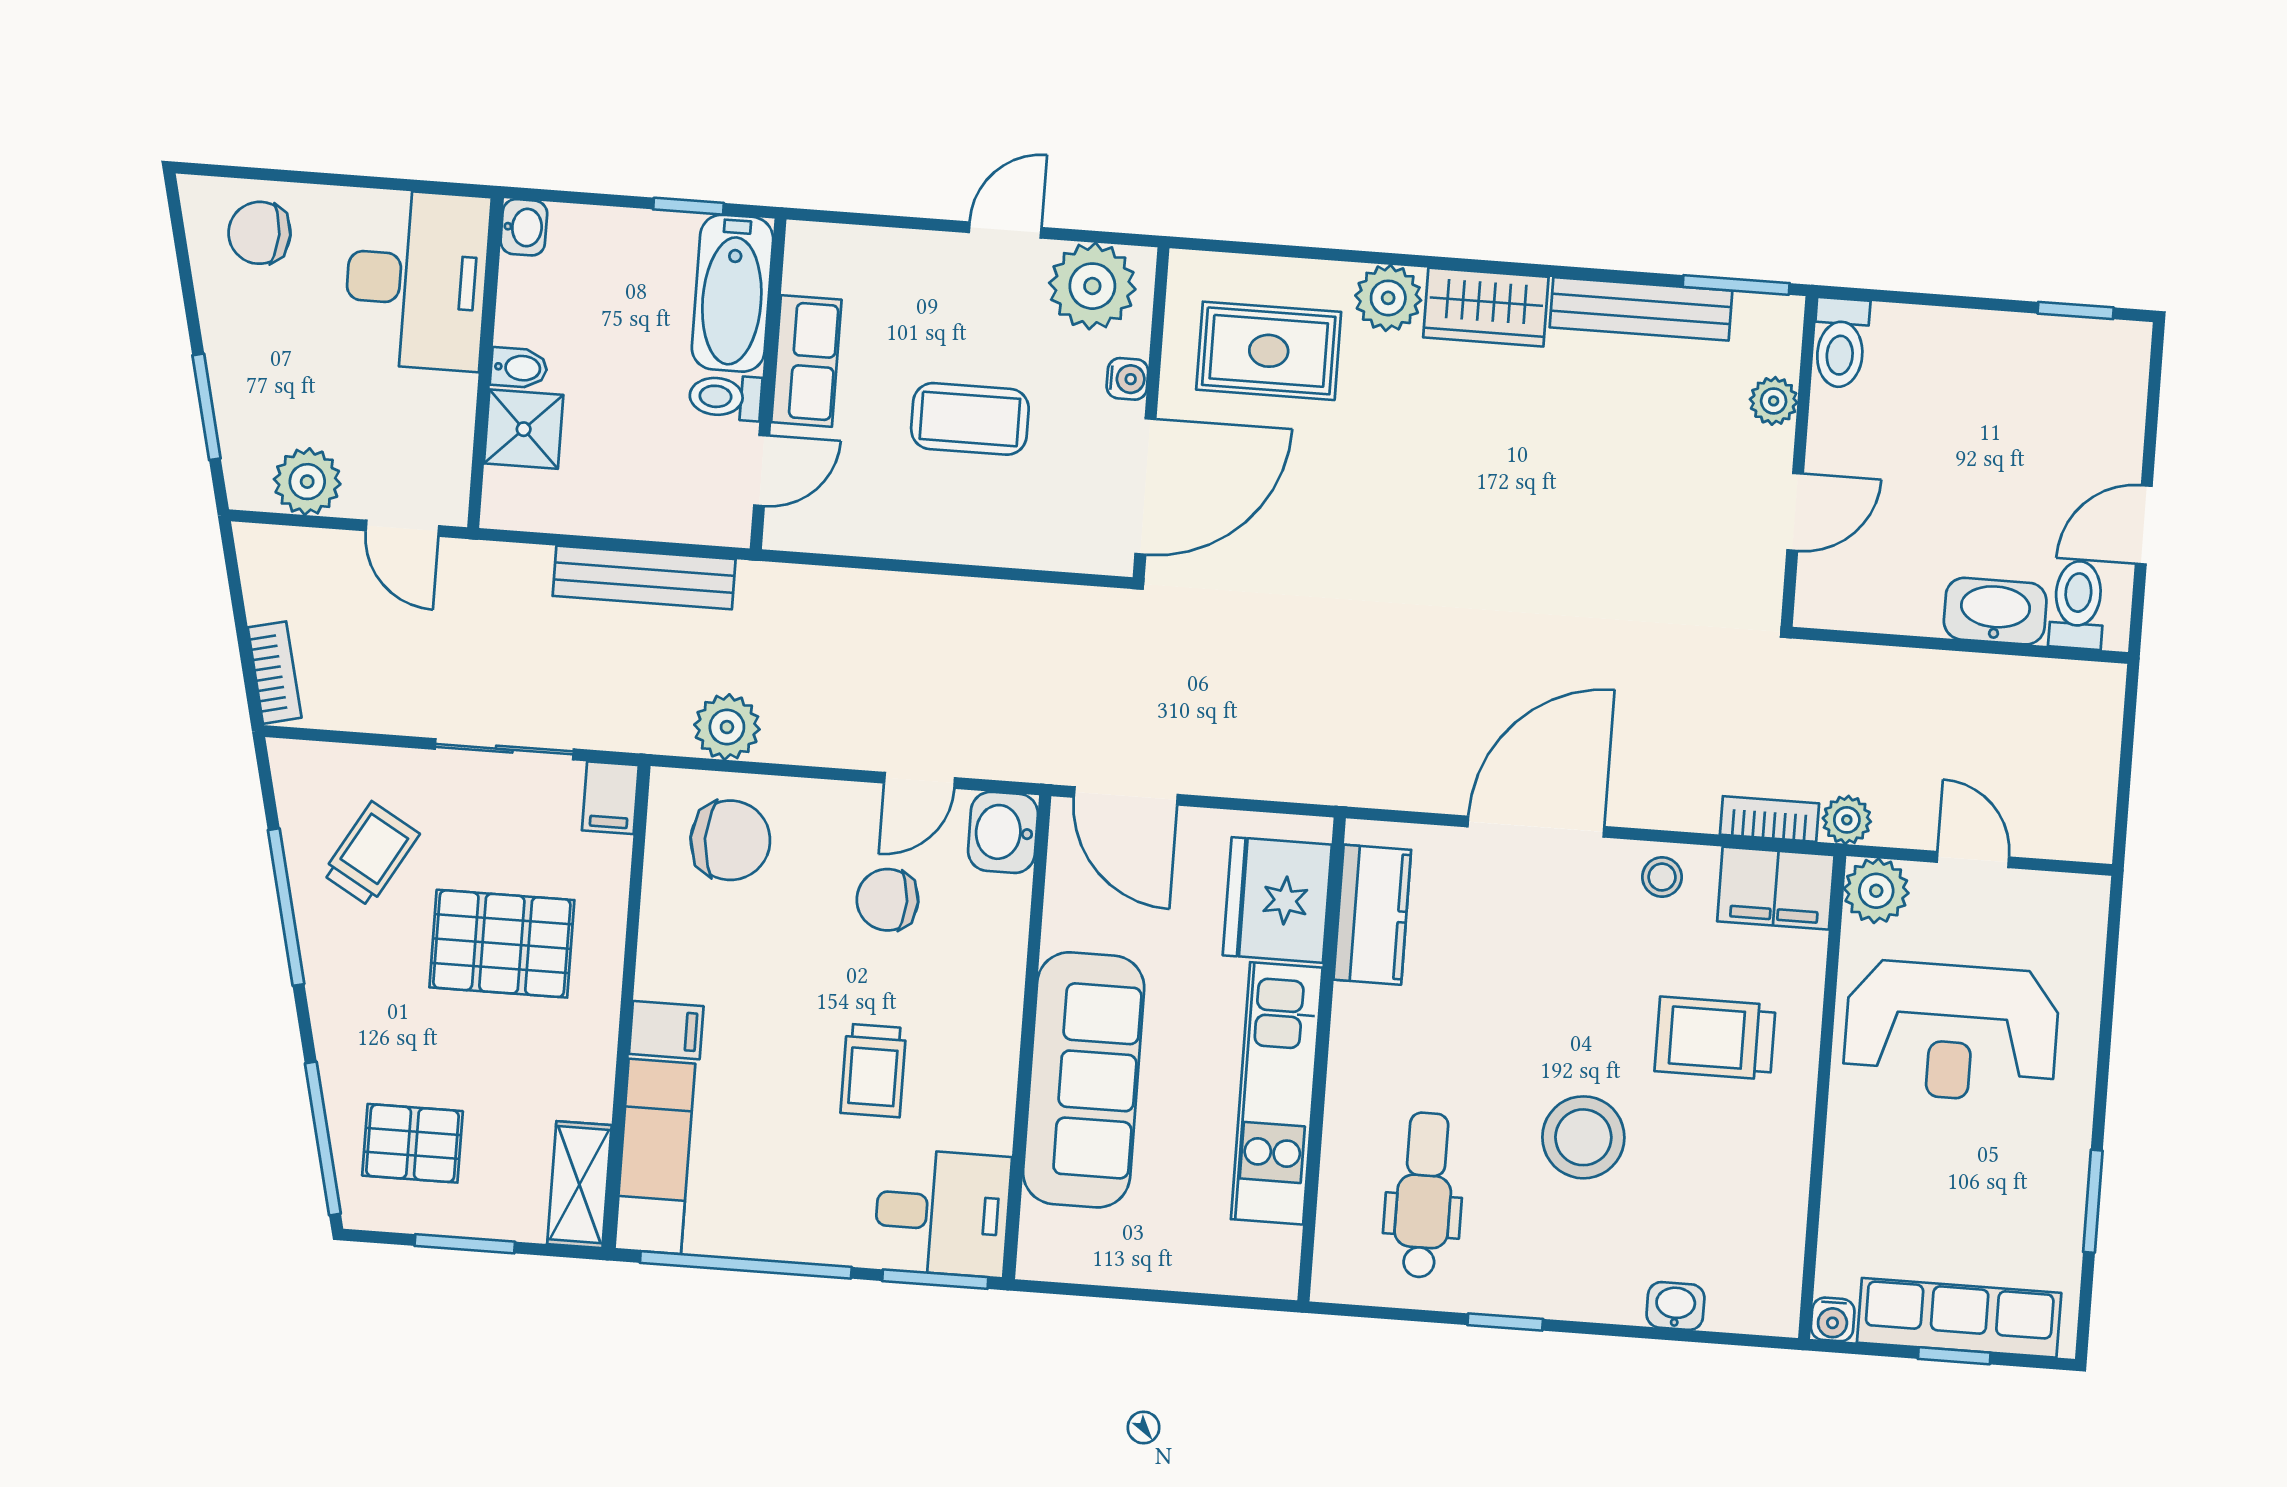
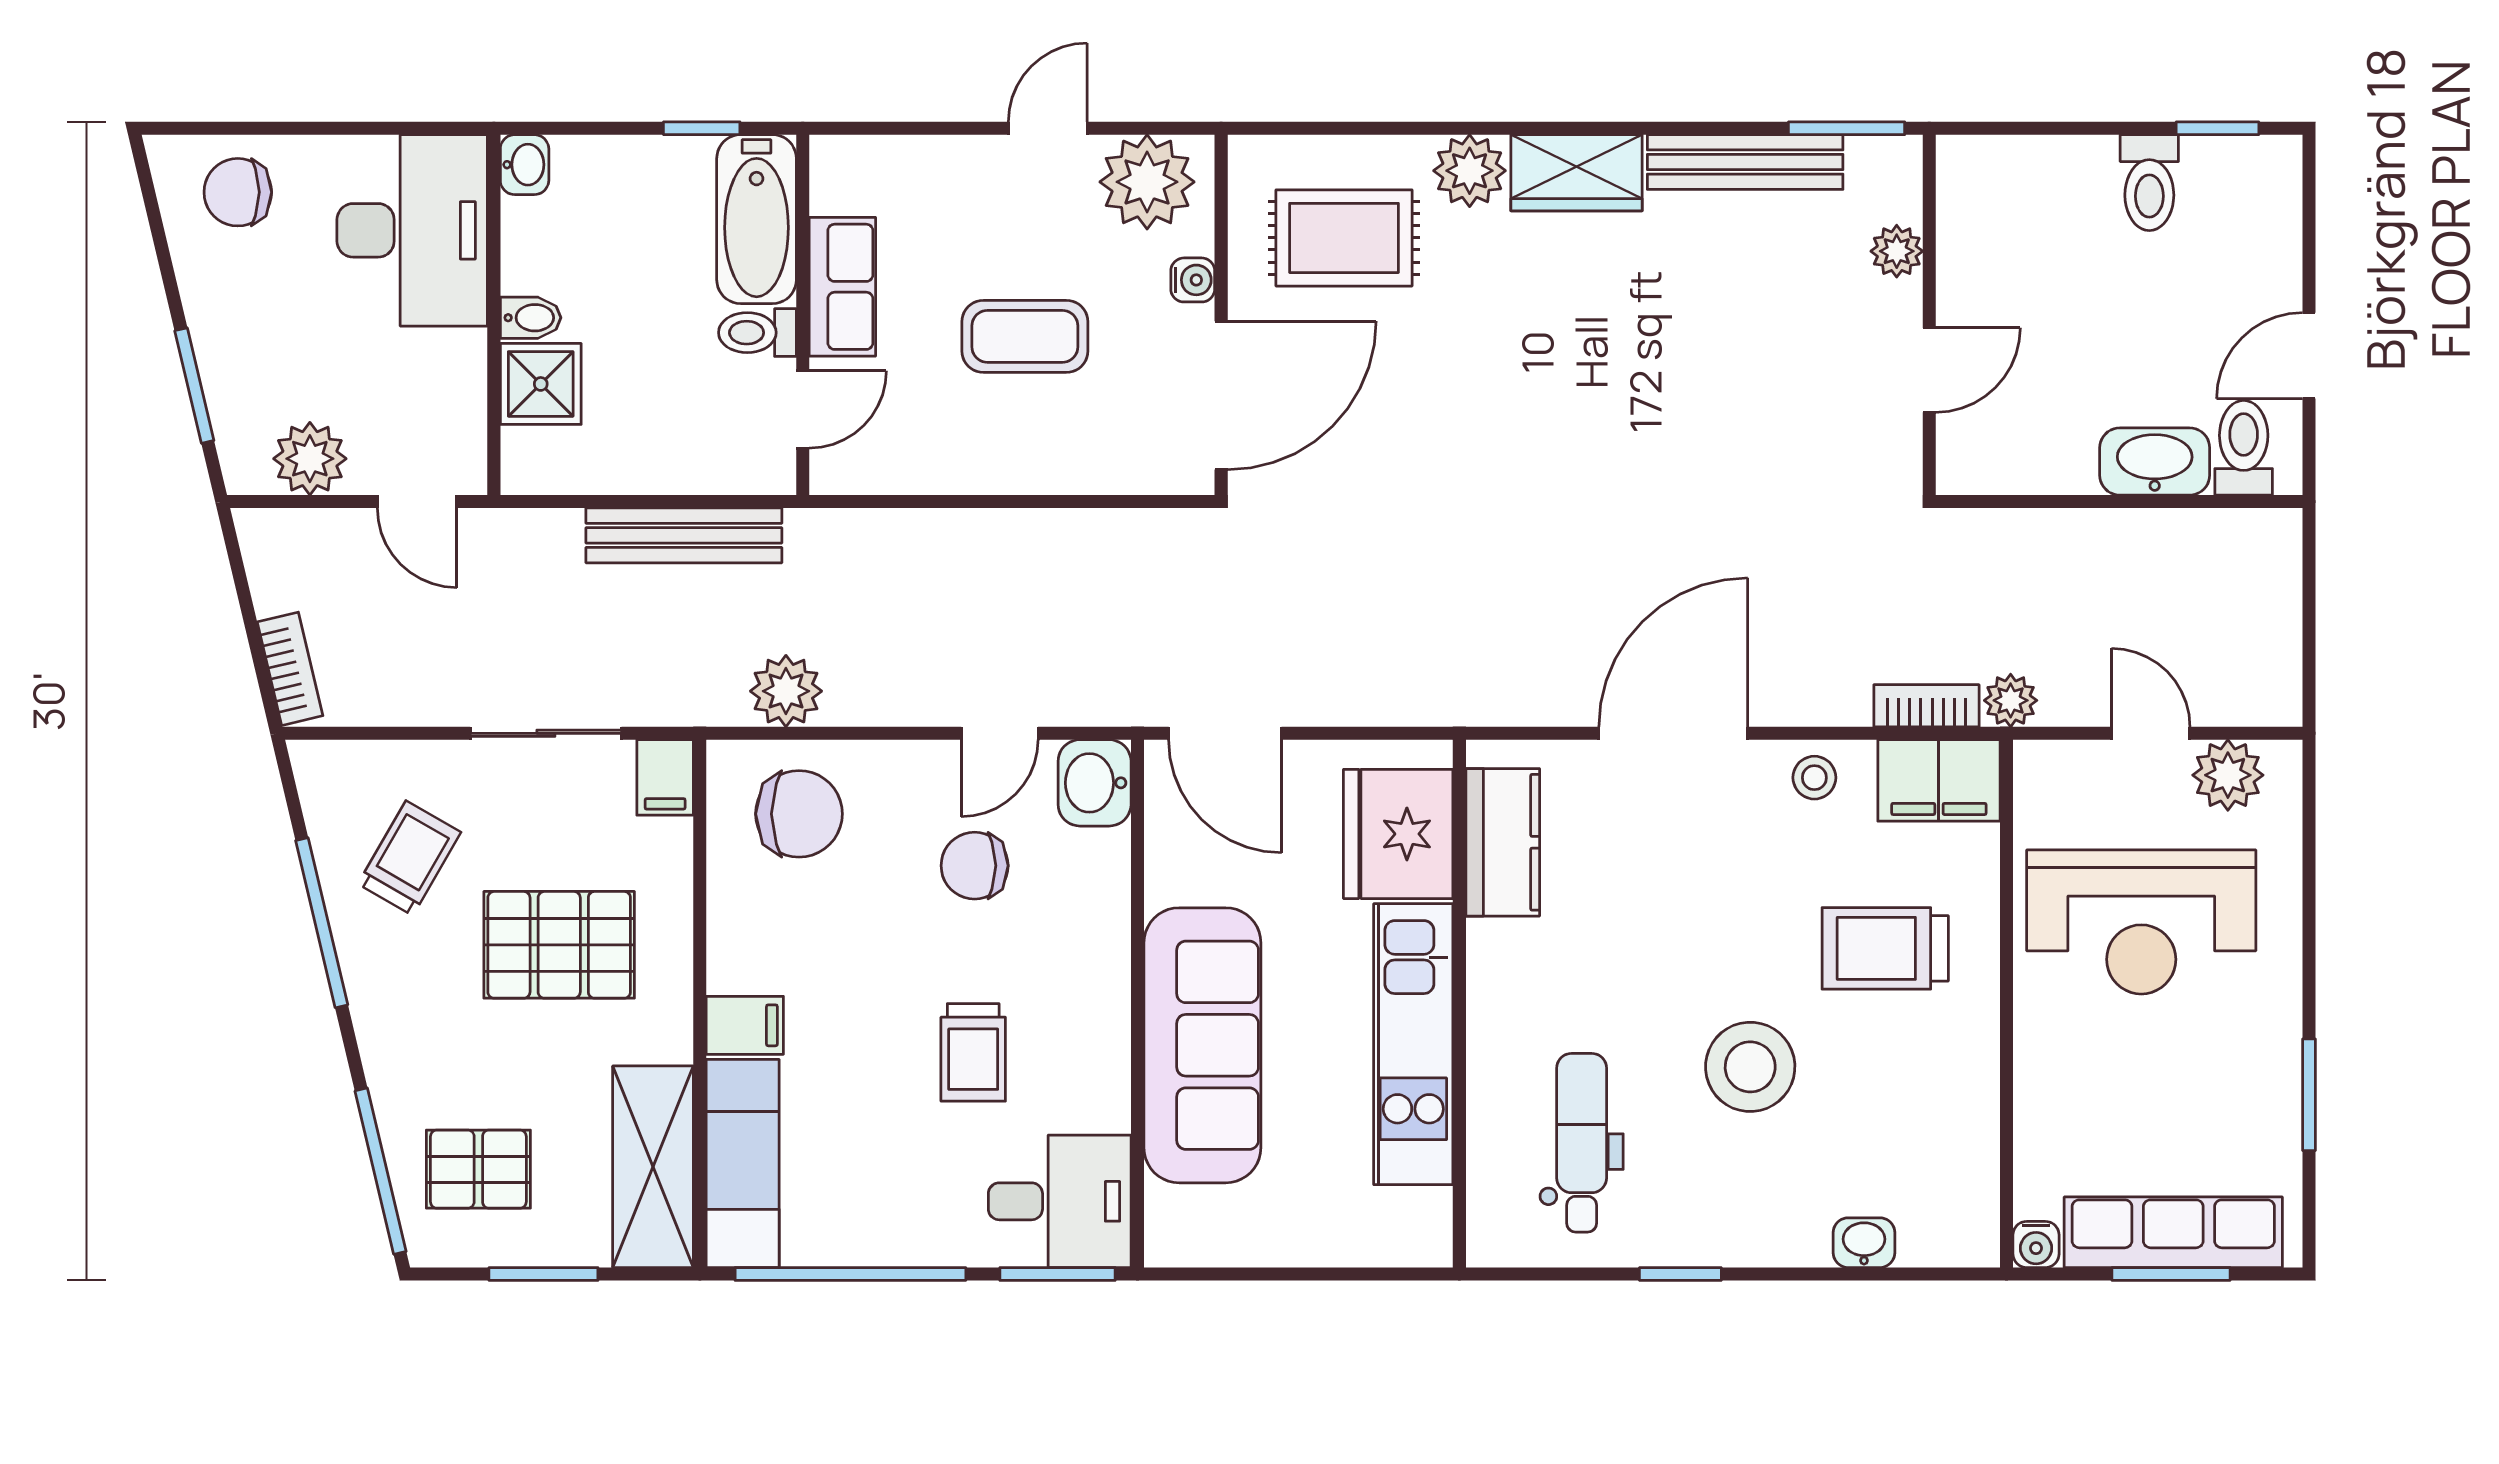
toilet: (1841, 343) -> (2149, 183), moved
plant: (1876, 891) -> (2228, 775), moved
shelving: (579, 1185) -> (653, 1167), width x1.50, depth x1.33
window: (1954, 1356) -> (2171, 1274), width x1.50

